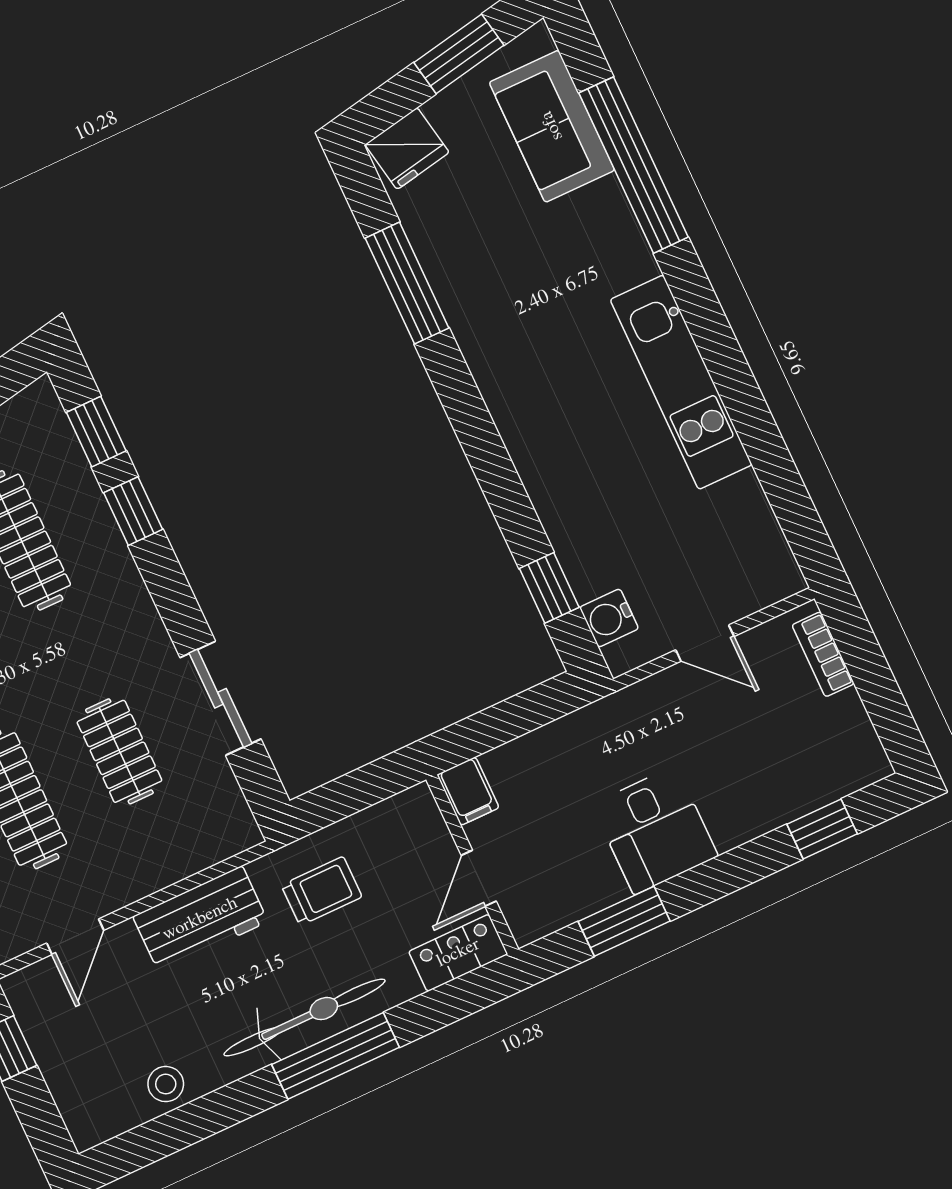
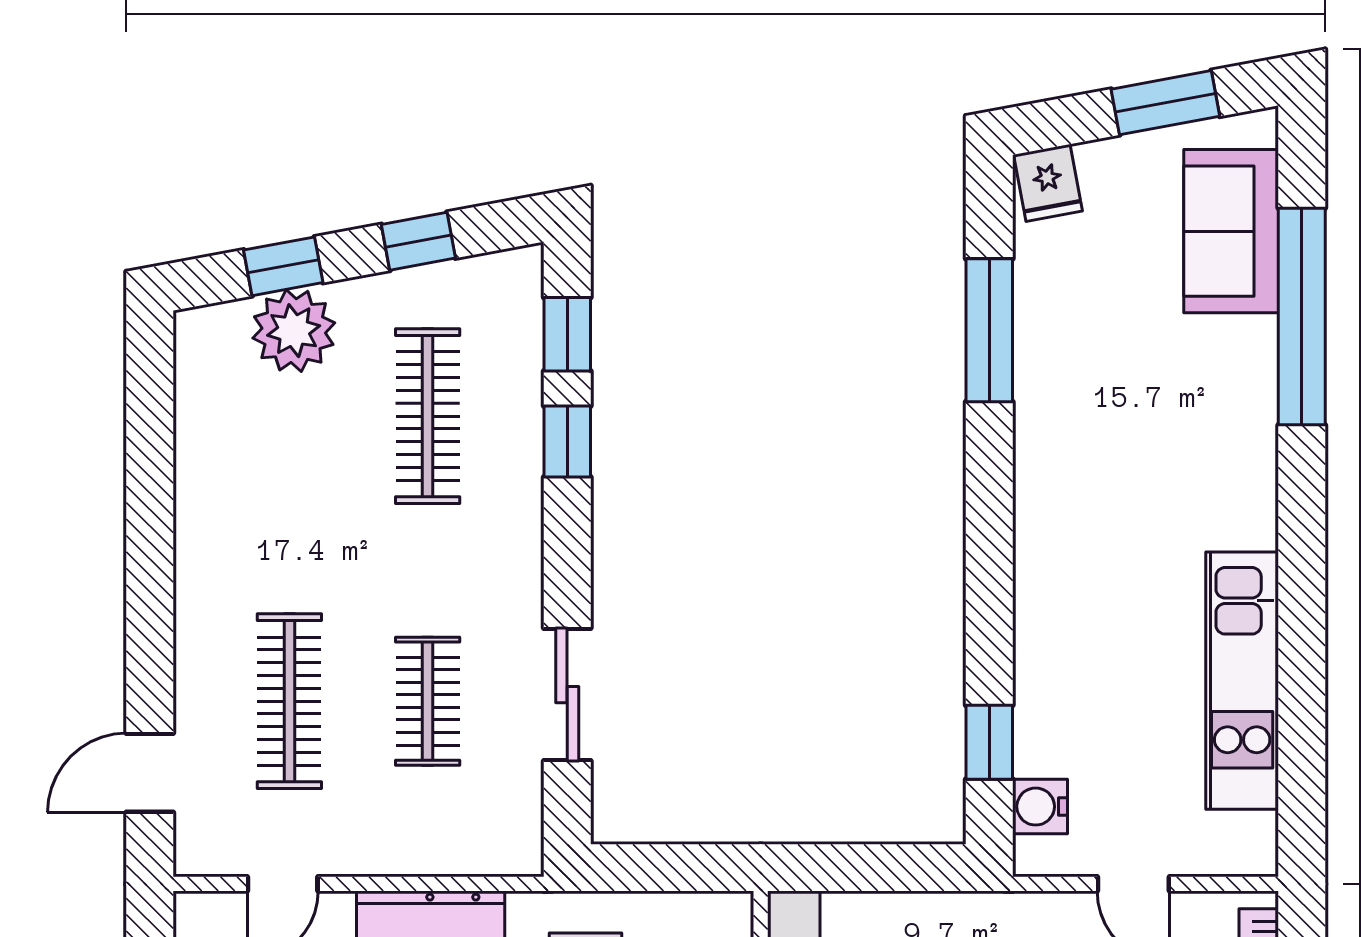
fridge: (407, 148) -> (1048, 183), width x0.72
kitchen unit: (681, 382) -> (1242, 681), moved

